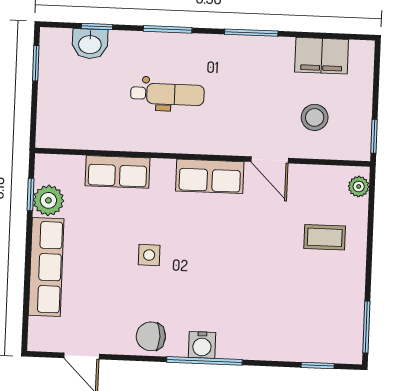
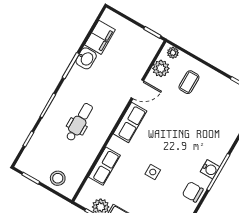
washbasin: (90, 44) -> (86, 58), moved
stool: (315, 117) -> (58, 178), moved
plant: (323, 180) -> (161, 68), added
chair: (151, 336) -> (193, 192), turned 90

